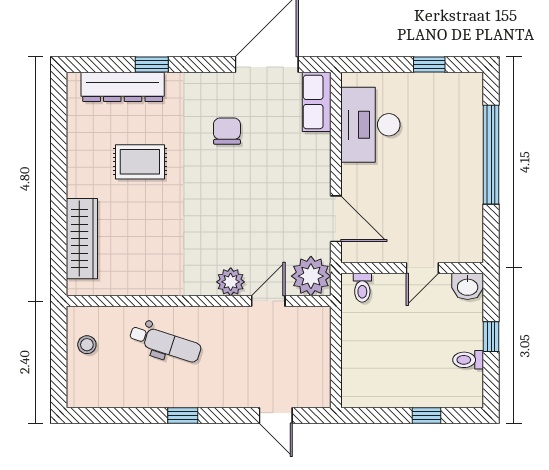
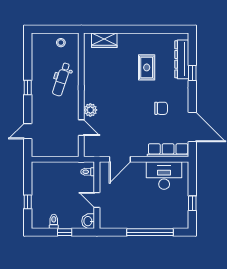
row of seats: (317, 102) -> (168, 150), width x1.48
wardrobe: (82, 239) -> (104, 40), width x0.67
plant: (311, 276) -> (93, 148), removed

